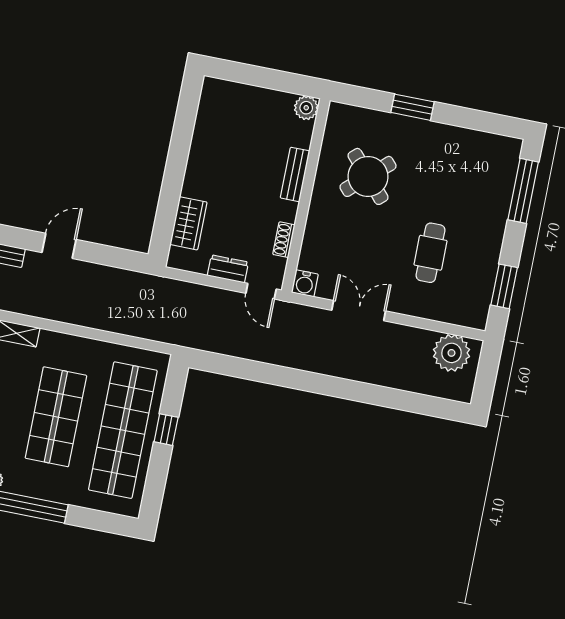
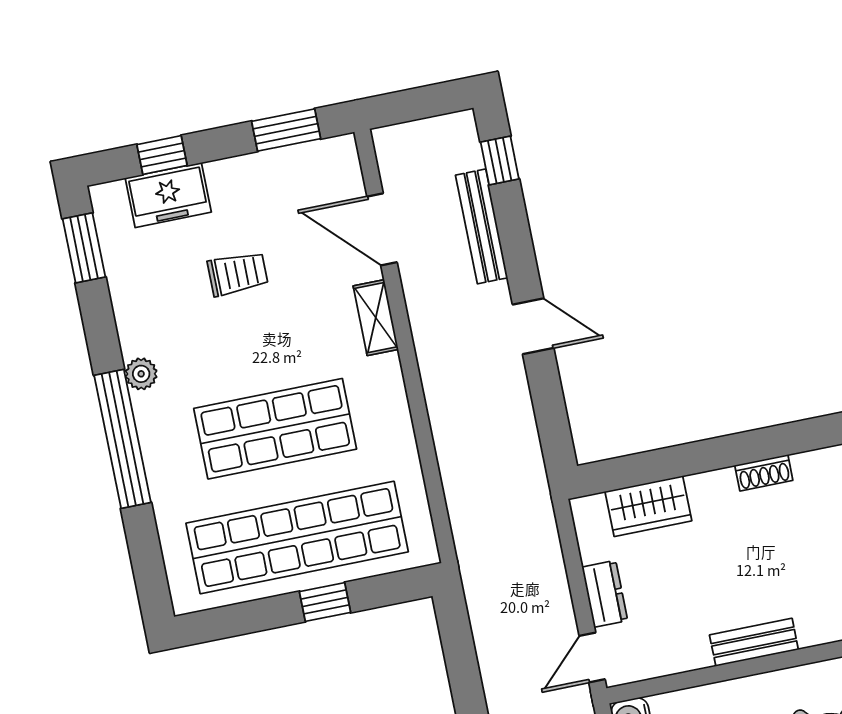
bench: (295, 174) -> (754, 642), moved
shoe rack: (284, 240) -> (764, 473), moved, turned 180

